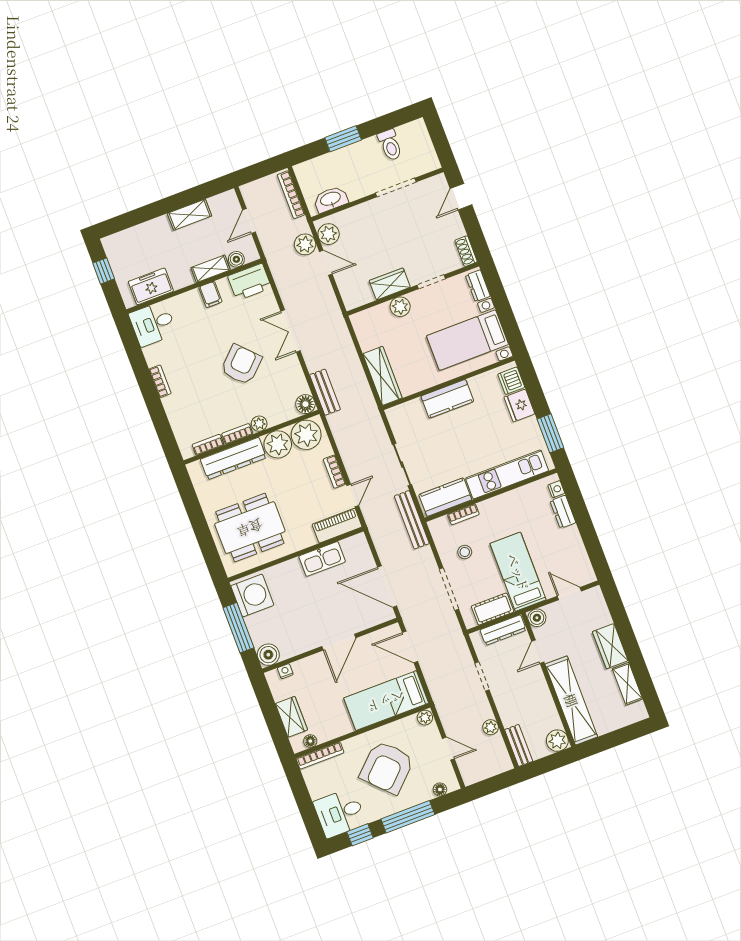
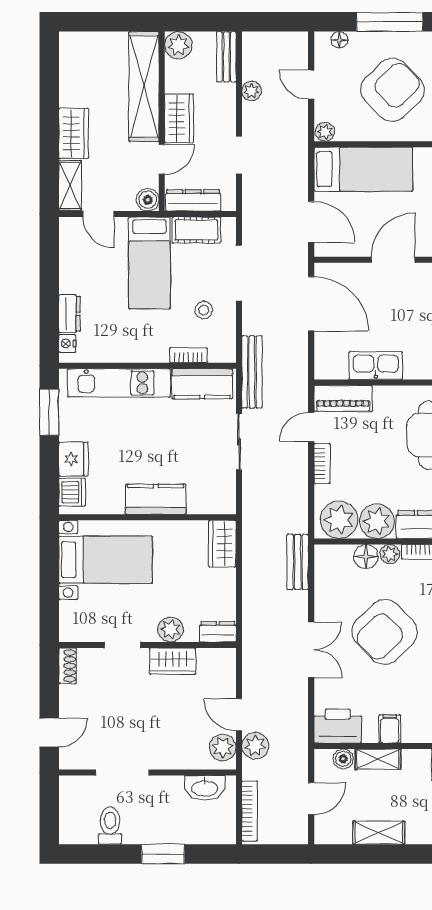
dresser: (478, 286) -> (218, 632), moved, turned -90
armchair: (241, 365) -> (385, 632), width x1.36, depth x1.36
wardrobe: (382, 376) -> (222, 544), width x0.67
floor lamp: (305, 404) -> (366, 556), moved
shelving: (627, 684) -> (70, 186), moved
wardrobe: (536, 687) -> (179, 118), added

